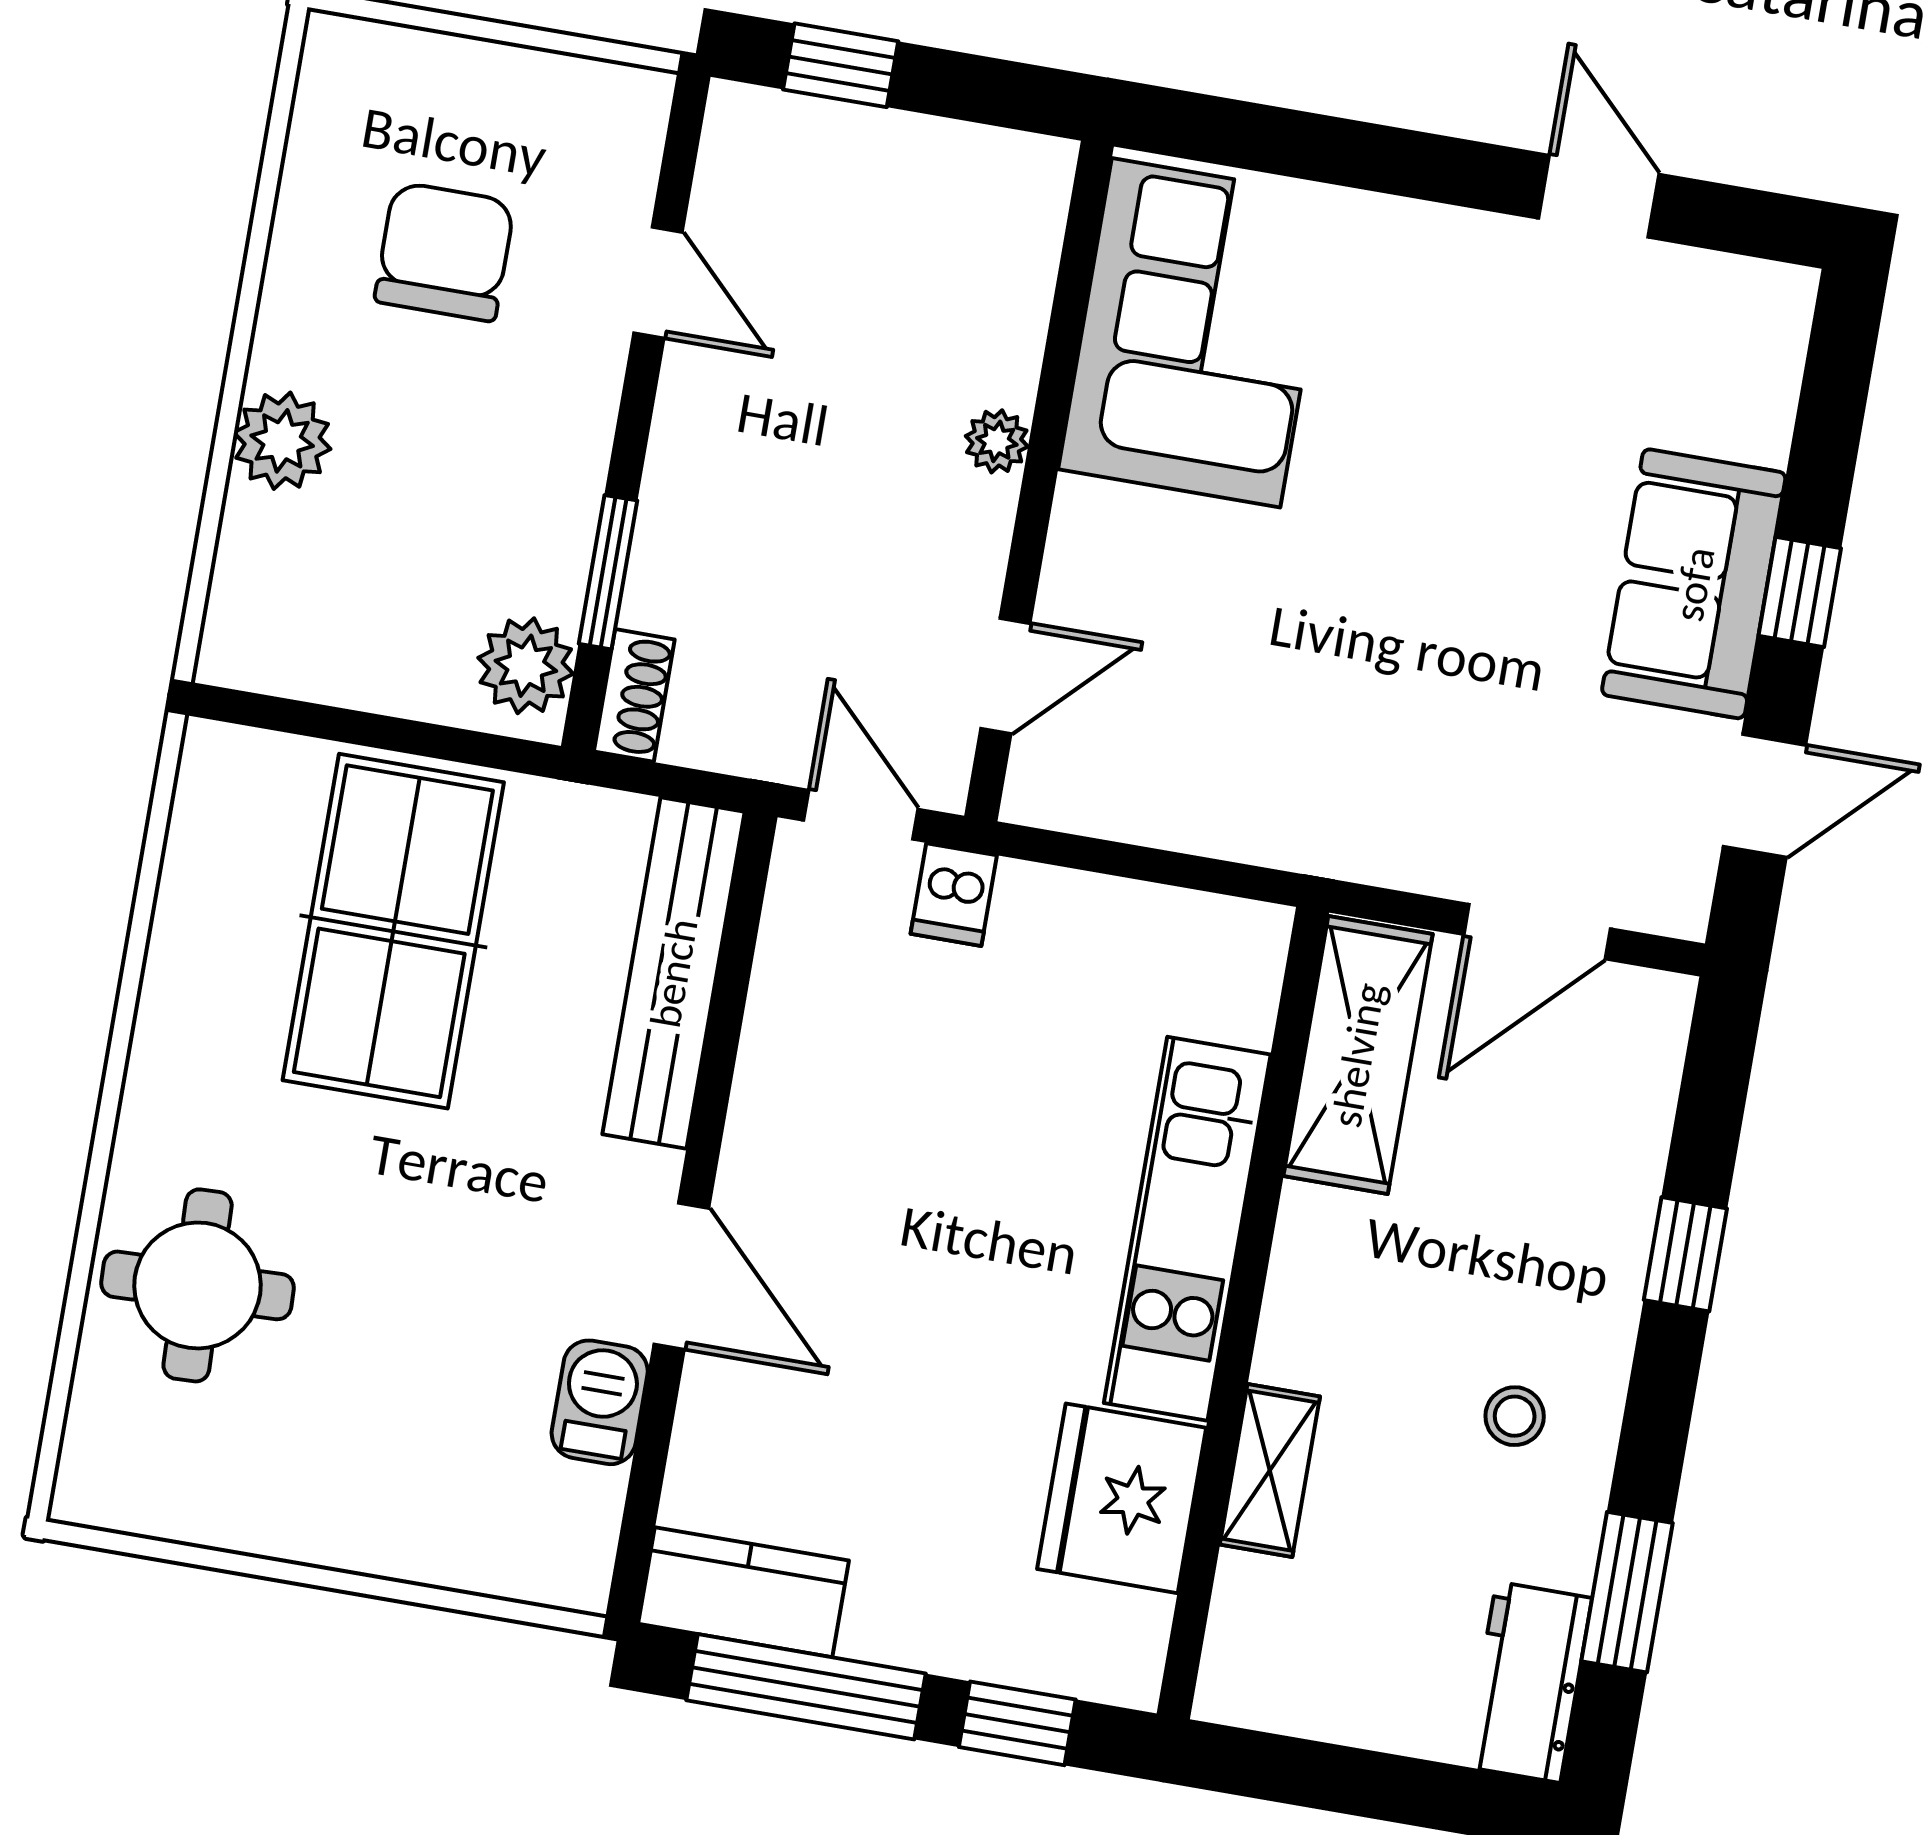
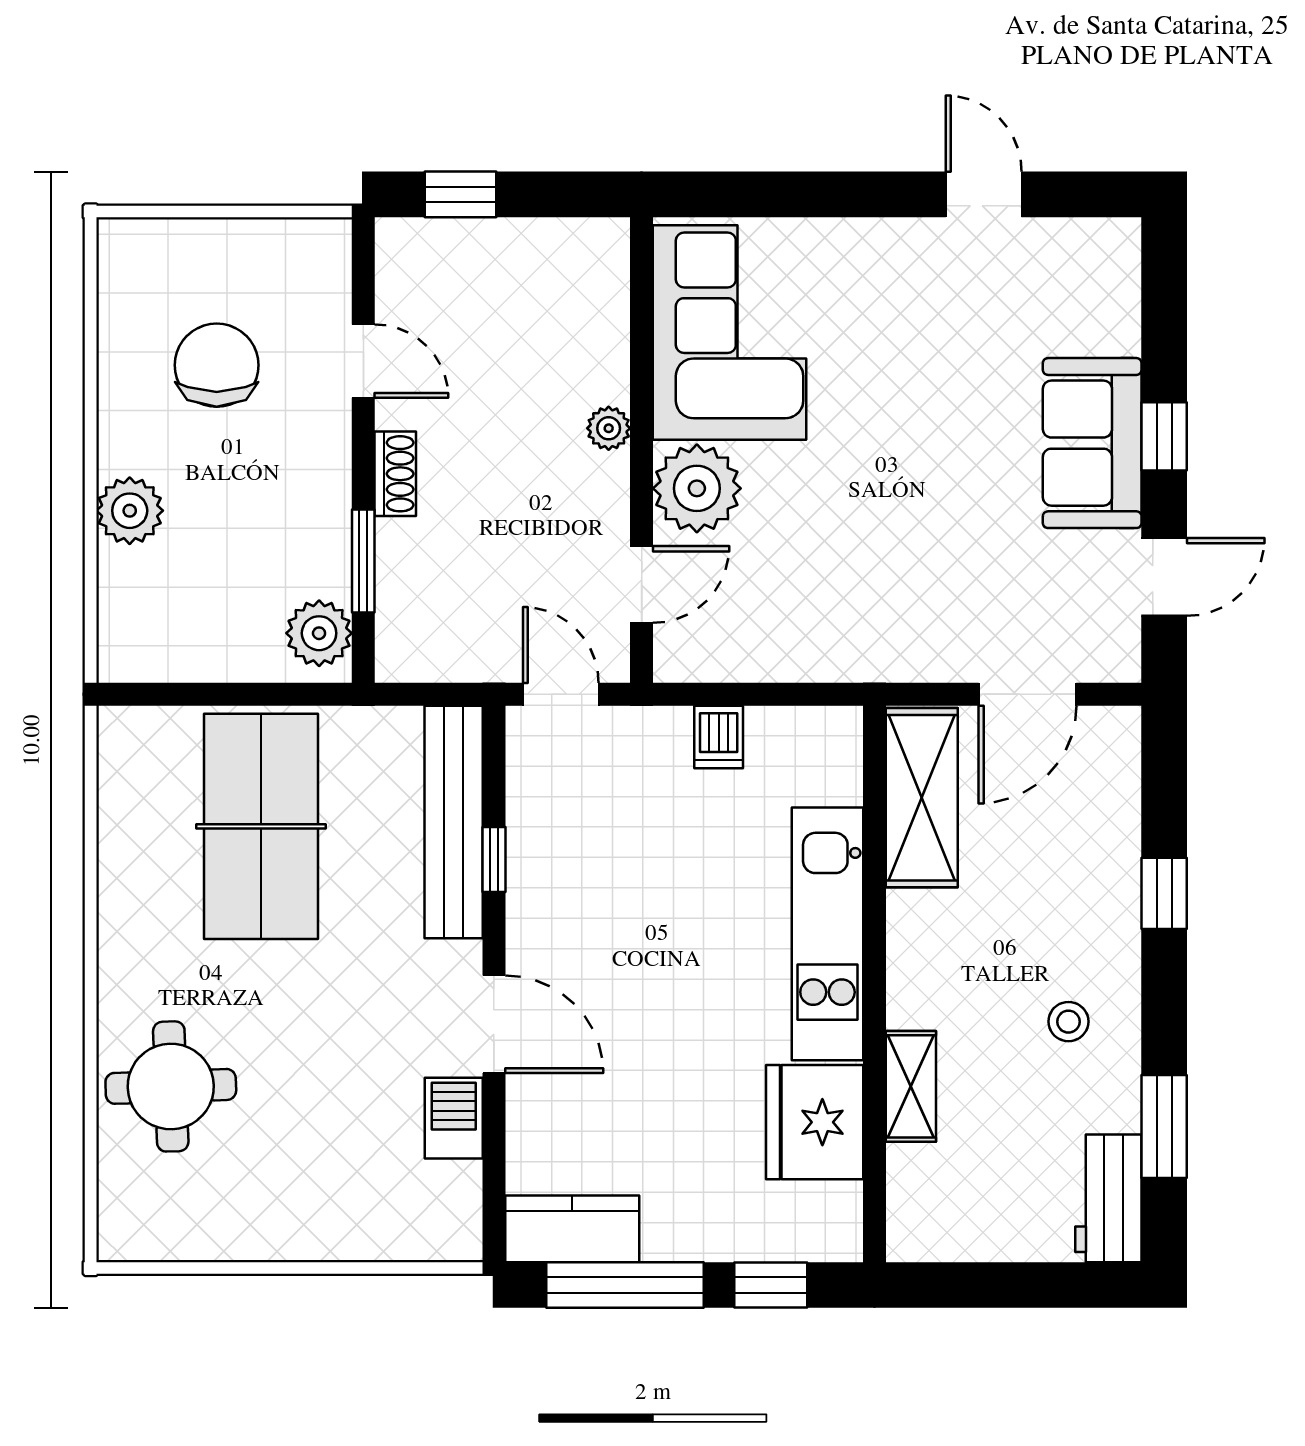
plant: (1110, 550) -> (697, 488), added
shoe rack: (634, 695) -> (395, 474), moved
dishwasher: (954, 895) -> (719, 737), moved
window: (723, 1037) -> (494, 859), added

